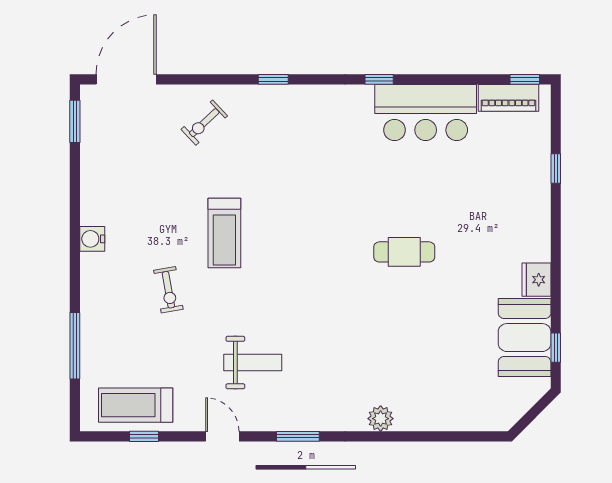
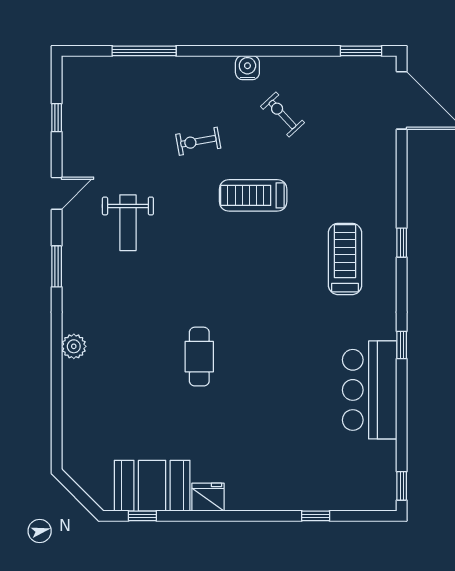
piano: (508, 98) -> (384, 470), removed
exercise bike: (204, 123) -> (282, 114), moved
cafe table: (404, 252) -> (199, 357), moved
treadmill: (136, 405) -> (345, 259), moved

